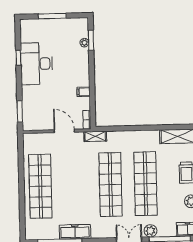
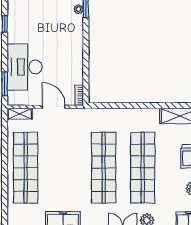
desk: (37, 64) -> (25, 67), moved
filing cabinet: (84, 92) -> (76, 64), removed
shelving: (95, 136) -> (20, 114), moved

